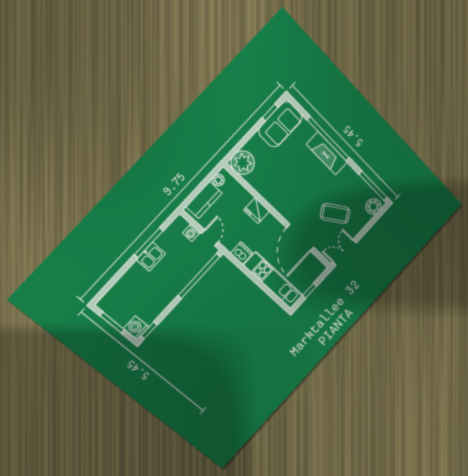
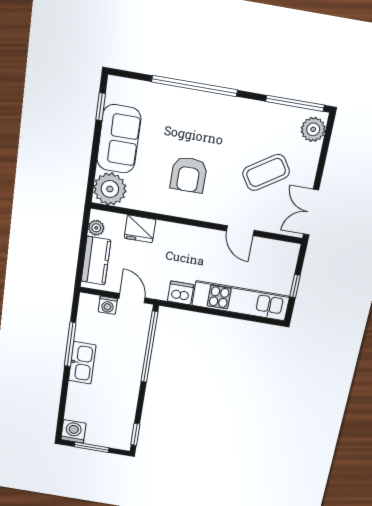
sofa: (280, 124) -> (119, 139), moved
fireplace: (327, 153) -> (205, 105), removed
armchair: (293, 186) -> (189, 175), added
fridge: (257, 211) -> (140, 229), moved
door: (300, 238) -> (240, 231), width x0.53
kitchen sink: (151, 257) -> (82, 363), width x1.38
washing machine: (136, 328) -> (73, 431), moved, turned 90

